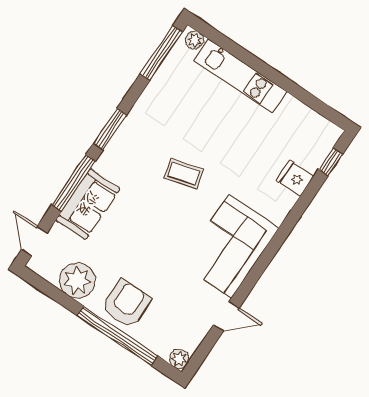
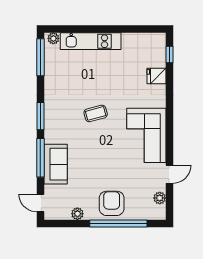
plant: (77, 281) -> (77, 214), width x0.53, depth x0.53
plant: (179, 359) -> (160, 198), moved

